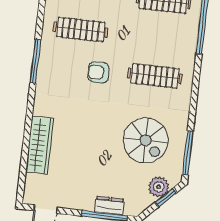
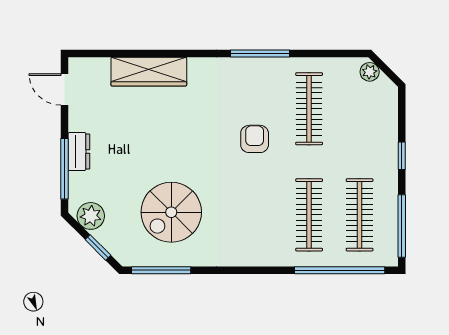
clothes rail: (155, 76) -> (309, 215), moved
plant: (159, 187) -> (91, 216), moved
dresser: (109, 206) -> (79, 151), moved

